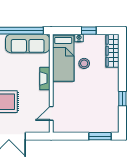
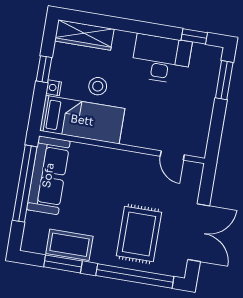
fireplace: (45, 79) -> (112, 156), removed
desk: (106, 98) -> (161, 59), added
window: (122, 99) -> (194, 36), moved

